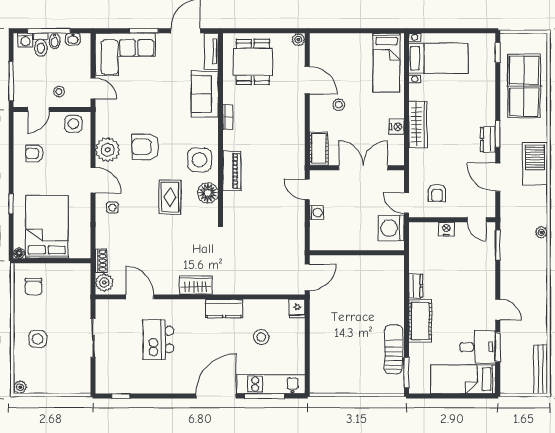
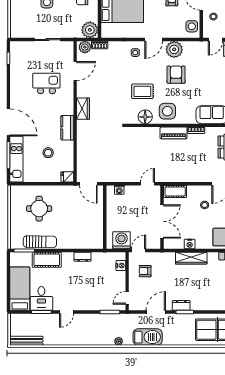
barbecue: (535, 164) -> (148, 337), moved
piano: (232, 171) -> (174, 133), moved
washing machine: (316, 213) -> (119, 190), moved
nightstand: (446, 229) -> (121, 266), moved
plant: (79, 275) -> (90, 30), added
cot: (420, 321) -> (47, 260), moved
round table: (344, 350) -> (39, 209), added

